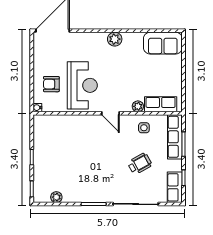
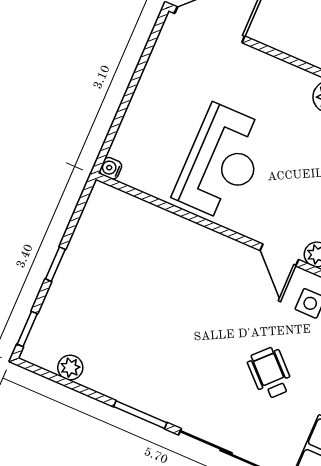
armchair: (51, 84) -> (160, 133), removed
door: (111, 113) -> (279, 255), moved
wheelchair: (140, 164) -> (270, 373), turned -107

